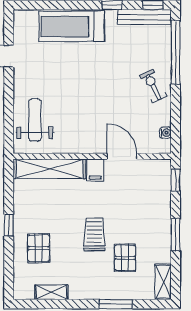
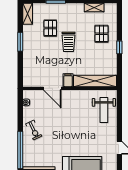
window: (176, 180) -> (20, 74), removed

